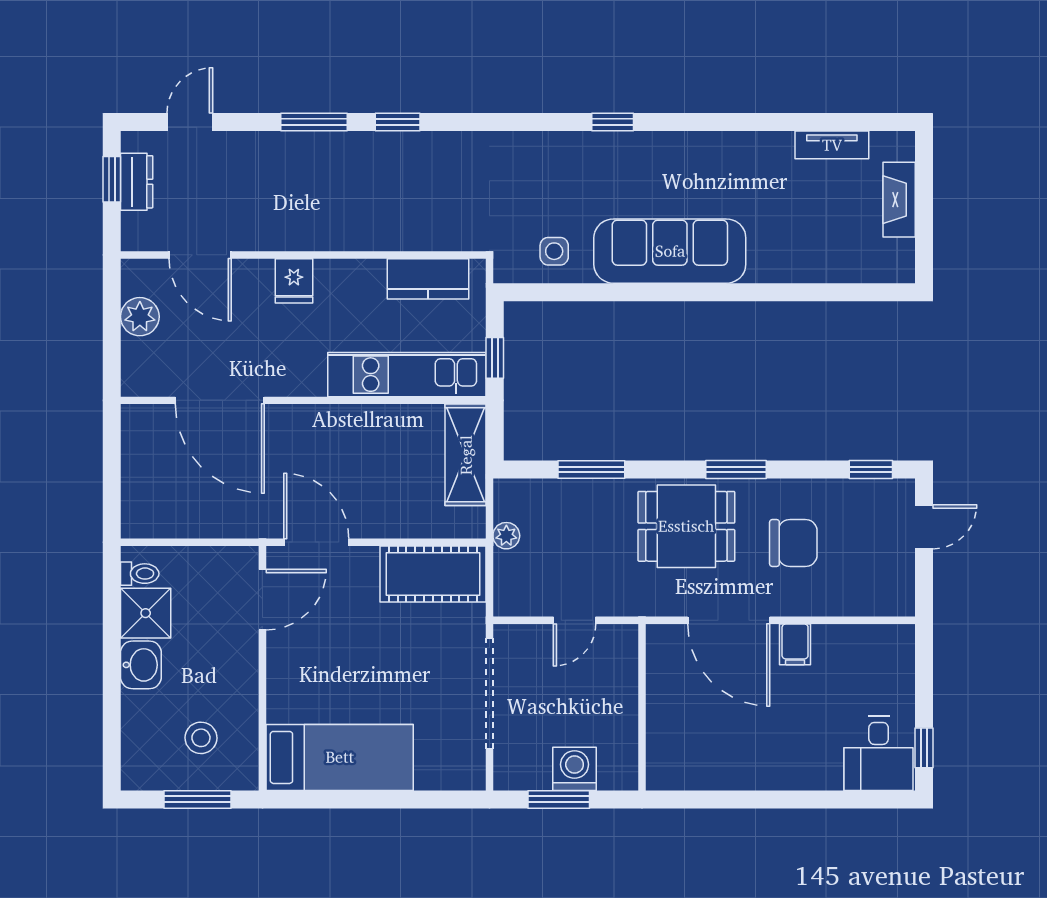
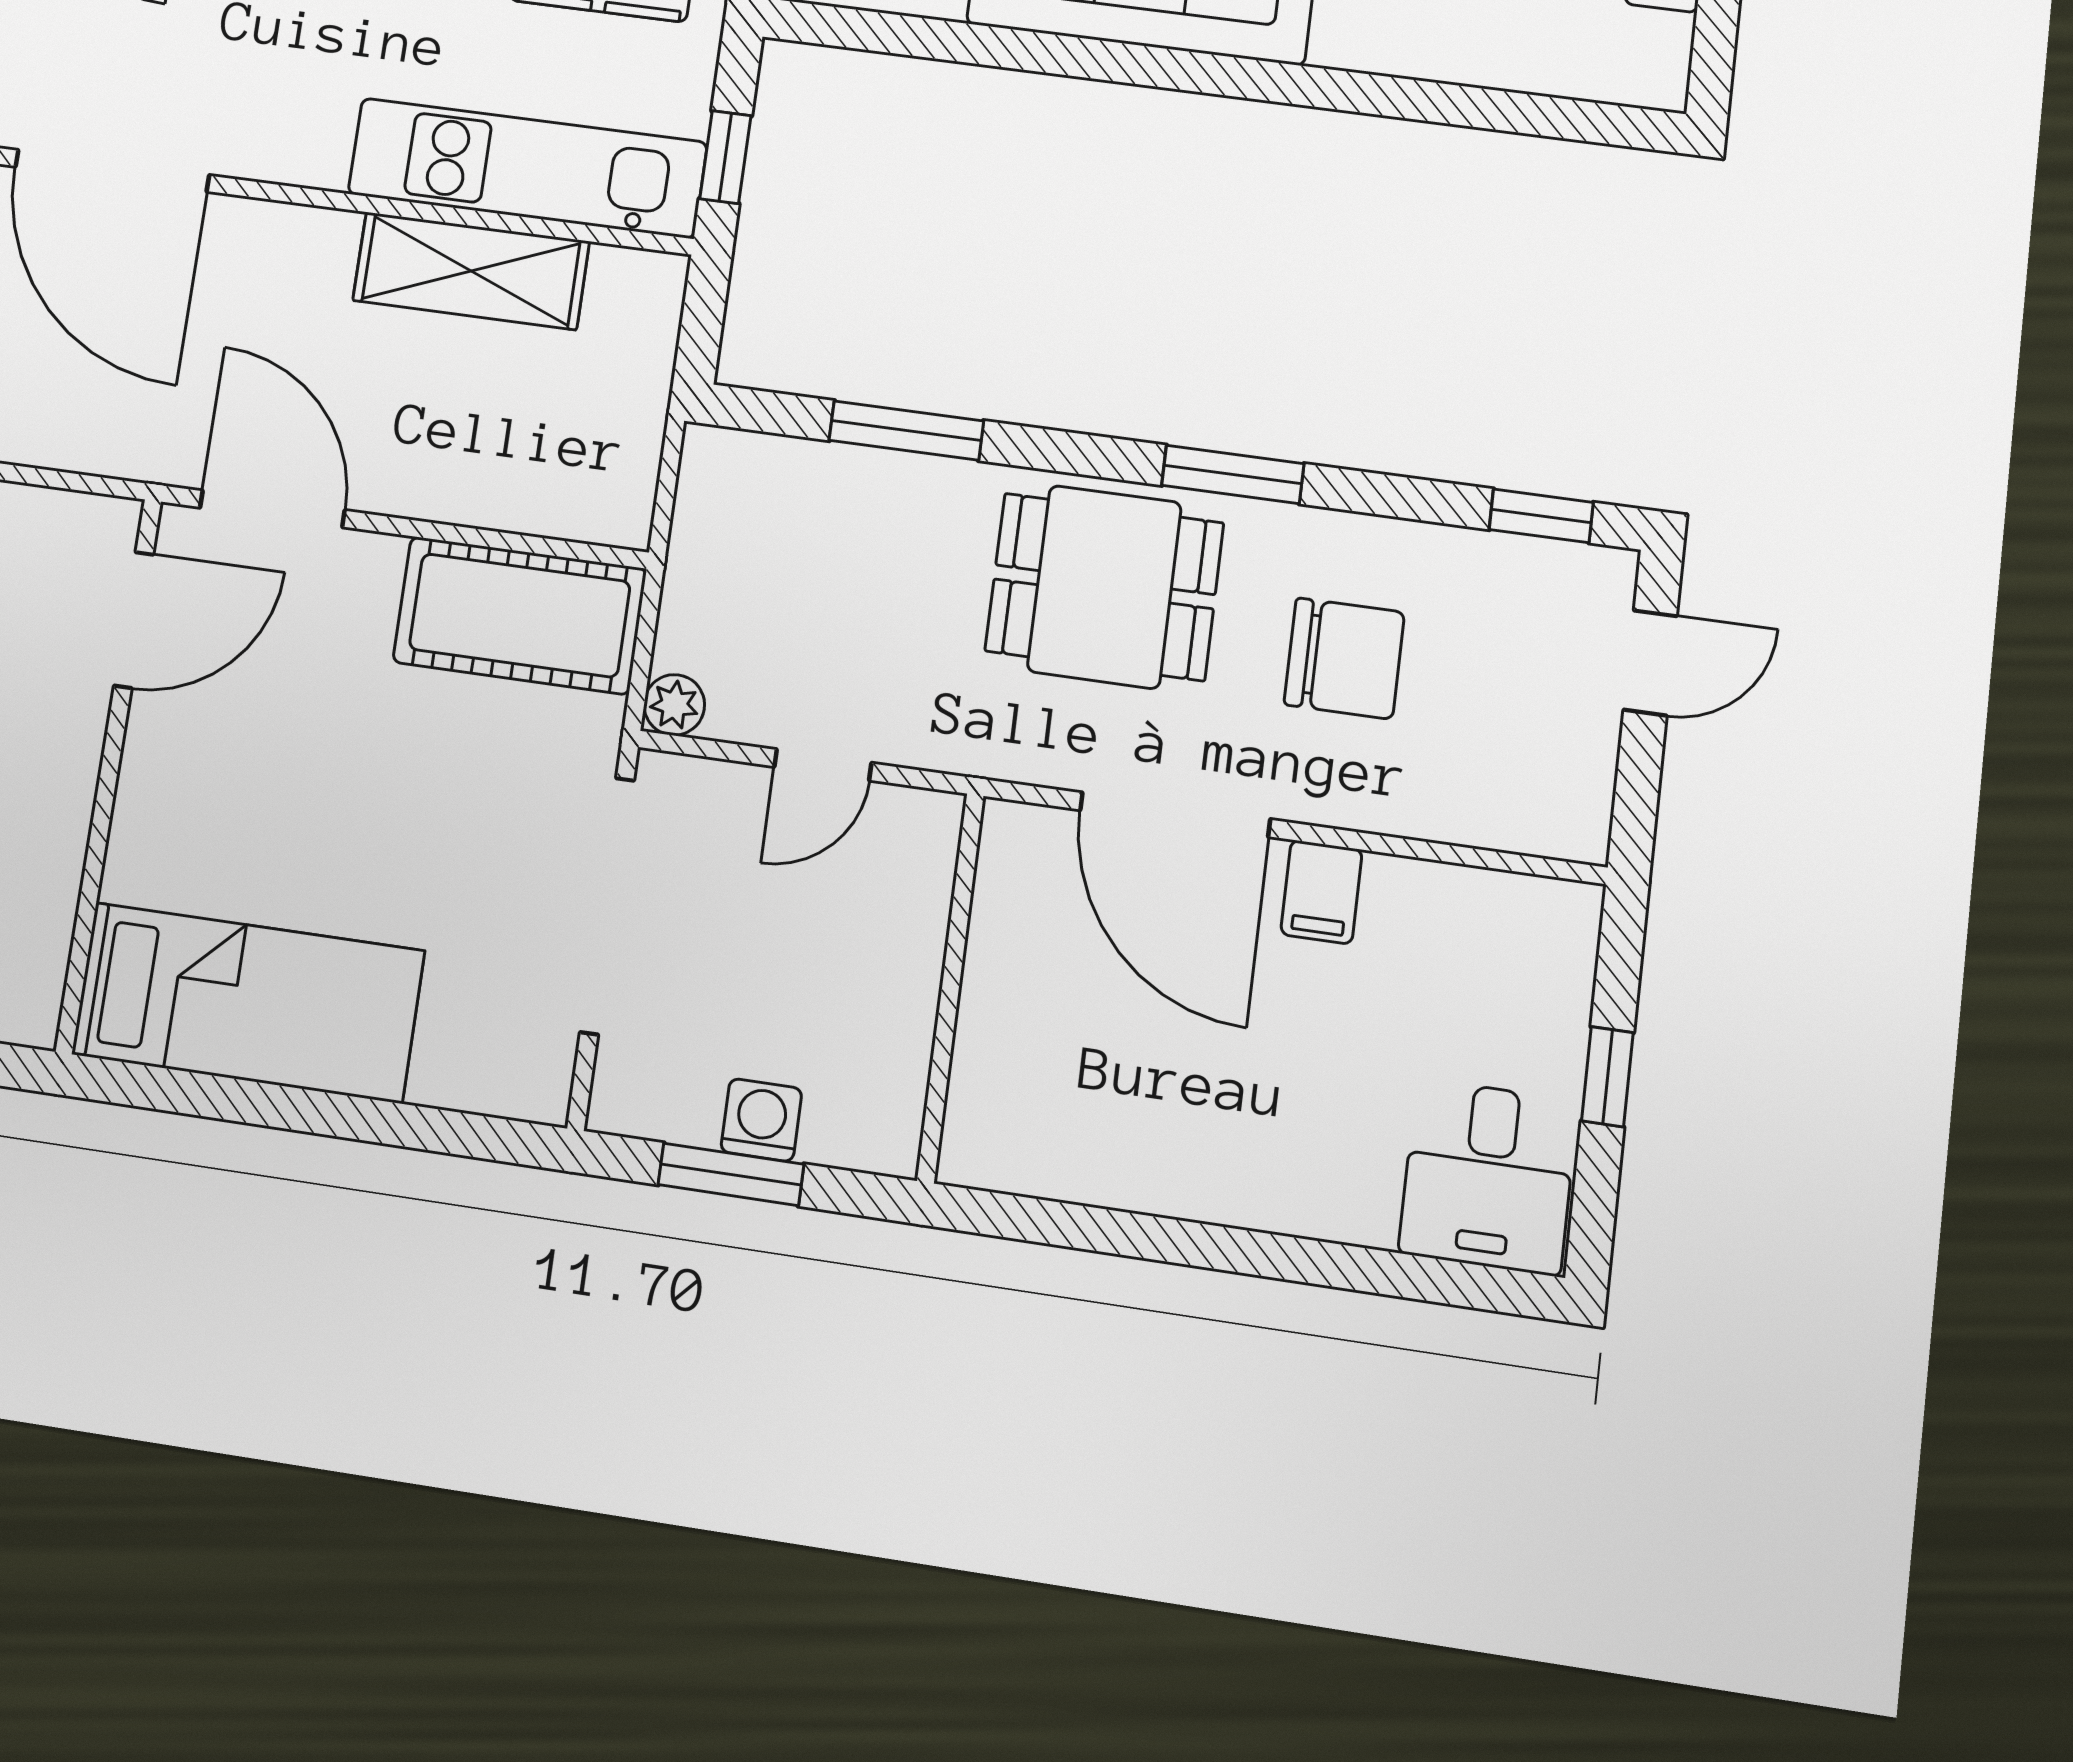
shelving: (466, 455) -> (471, 271), moved, turned 90
plant: (506, 536) -> (674, 705), moved
window: (924, 748) -> (1607, 1077), moved
washing machine: (575, 769) -> (761, 1120), width x0.73, depth x0.73

